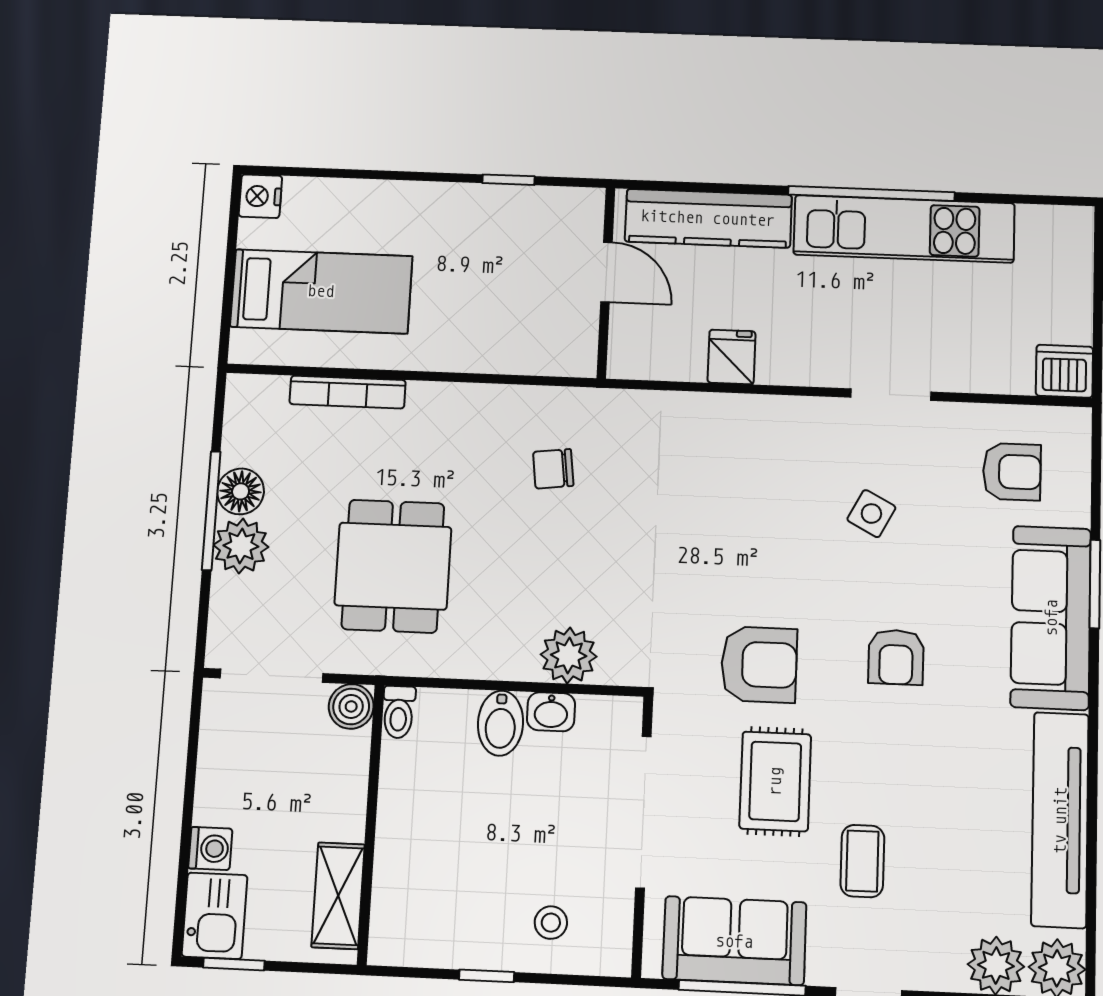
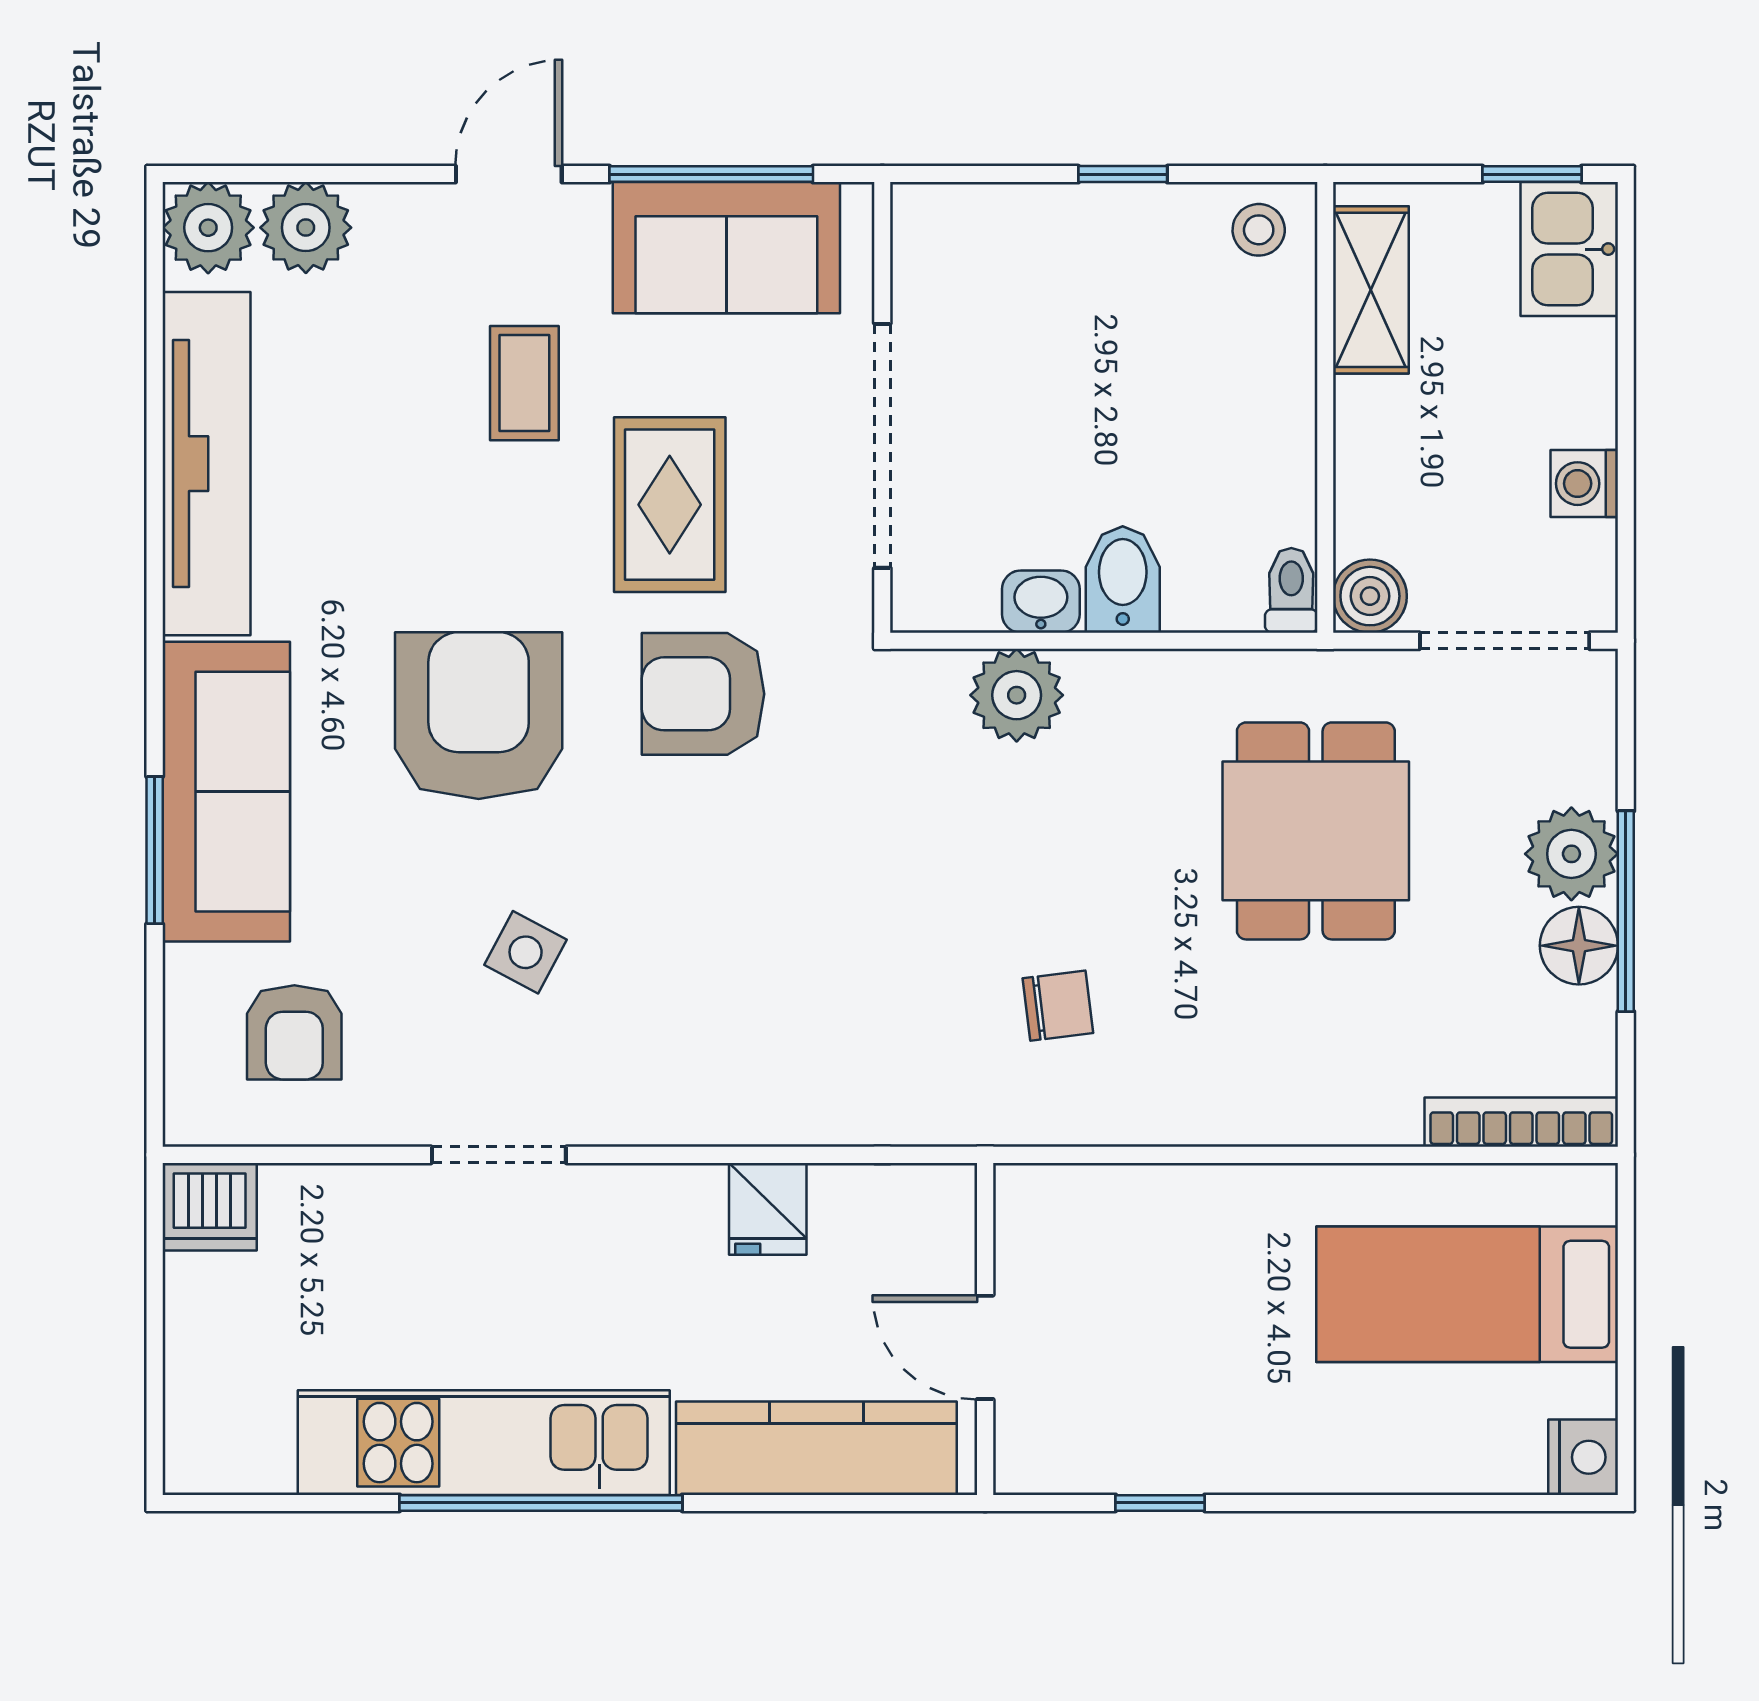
bookcase: (348, 392) -> (1521, 1122), moved
armchair: (1012, 472) -> (294, 1032), turned -90
armchair: (896, 657) -> (479, 716), width x1.88, depth x1.88
washing machine: (210, 848) -> (1584, 484), moved
stool: (551, 923) -> (1259, 230), moved

